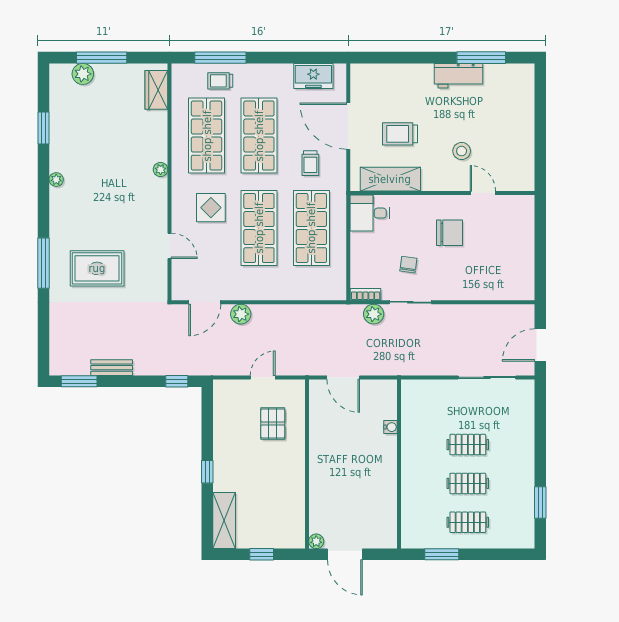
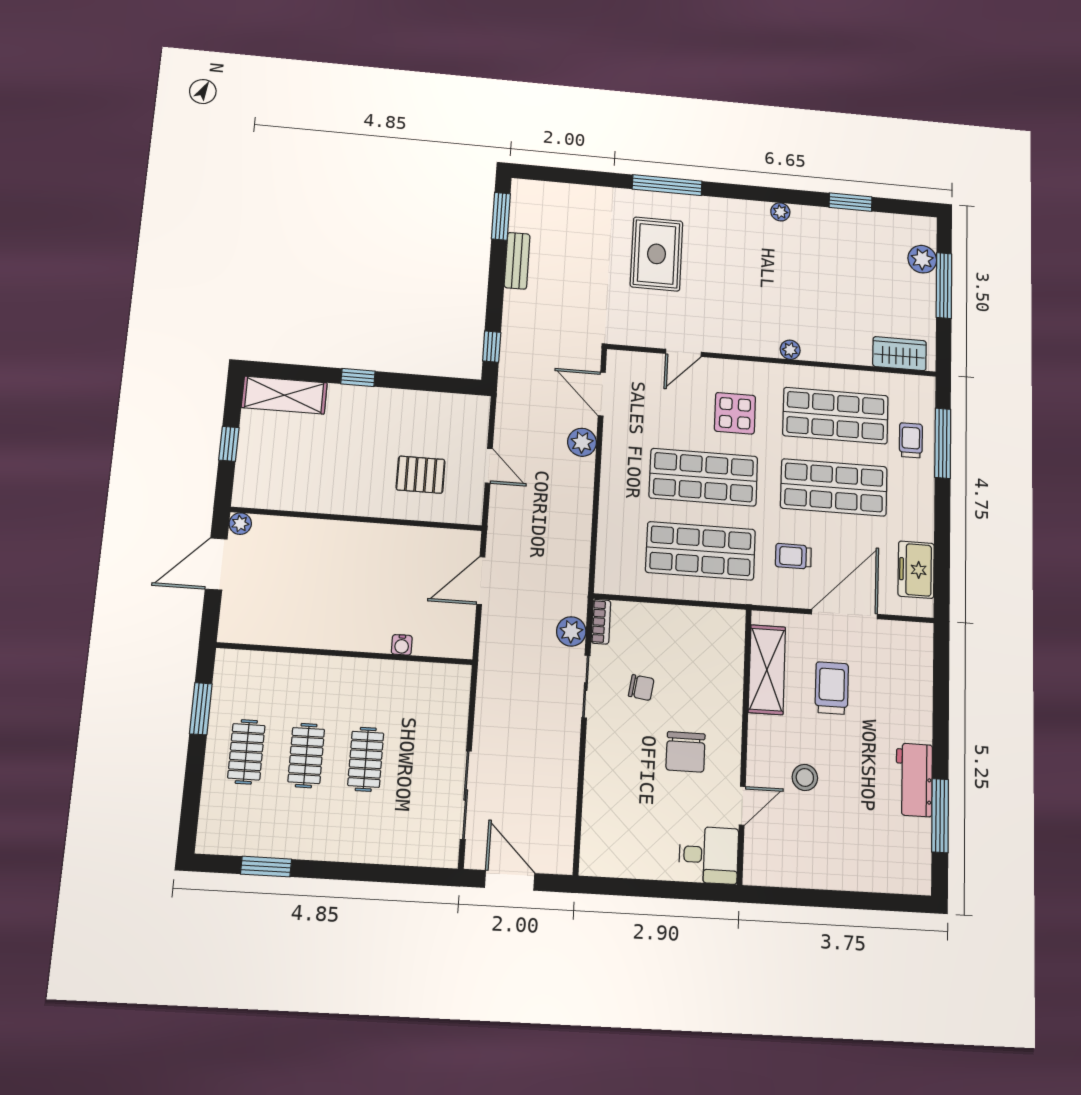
desk: (370, 213) -> (709, 855), moved, turned 90

